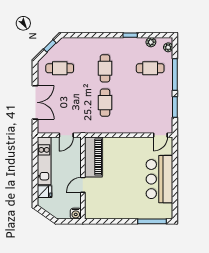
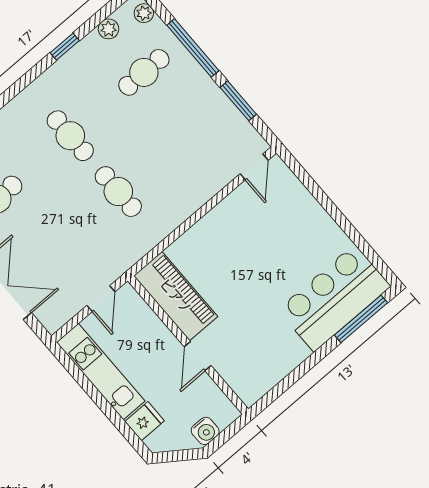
bar counter: (159, 179) -> (334, 298), moved, turned 90
water cooler: (76, 214) -> (205, 431), moved

